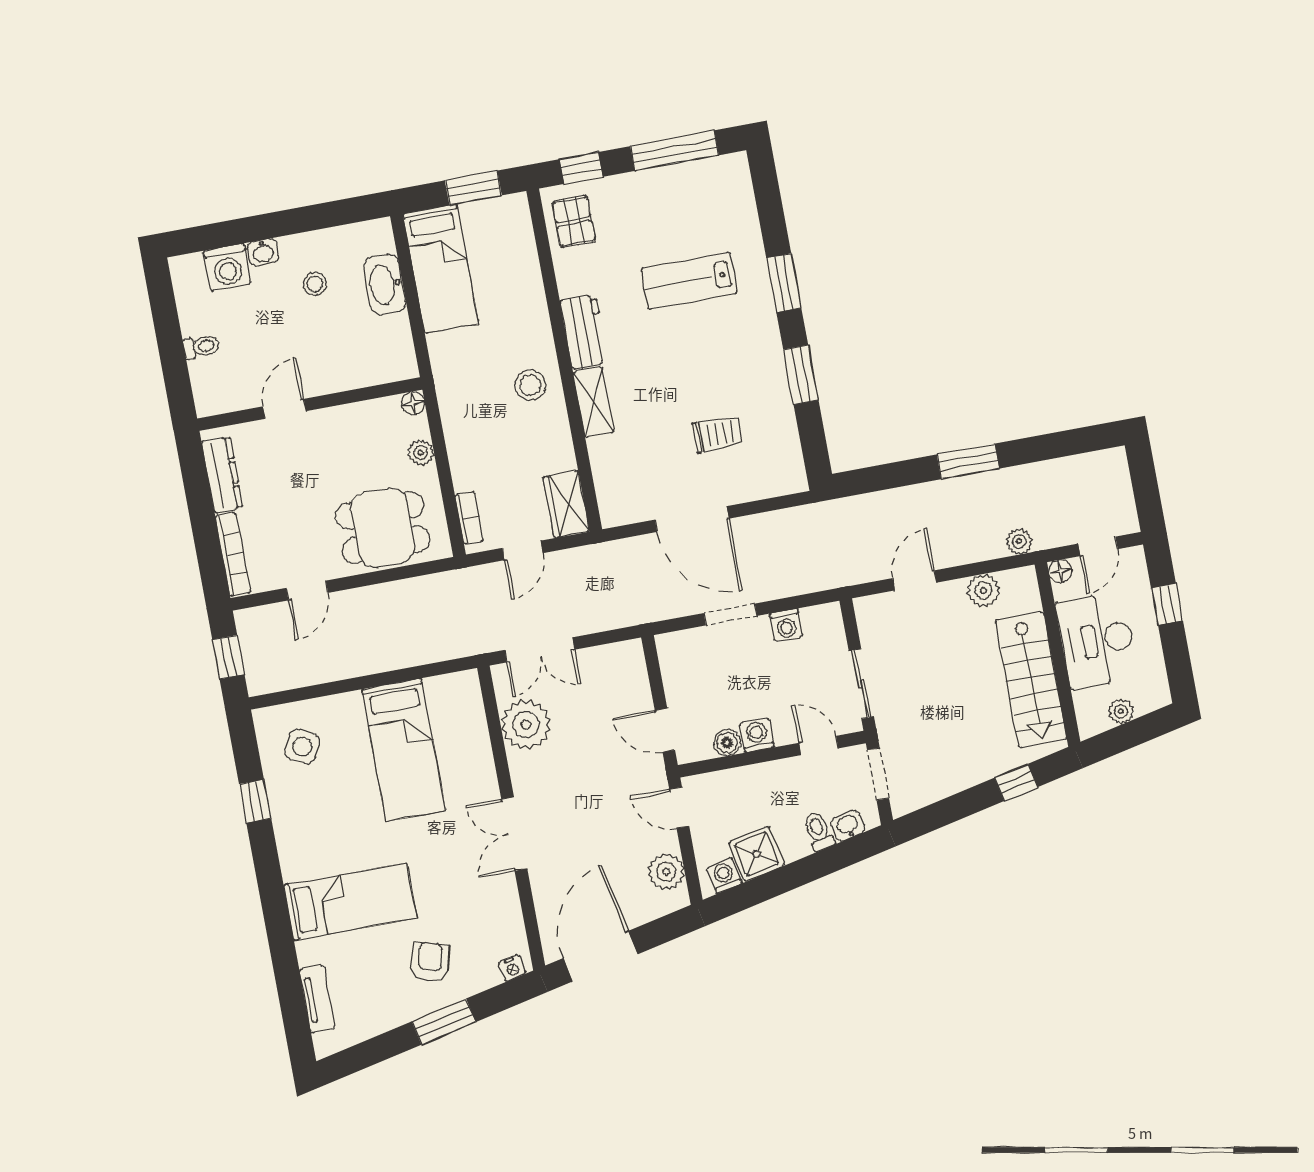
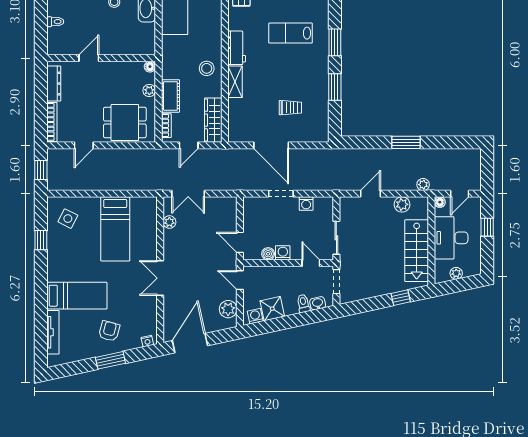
cot: (466, 456) -> (170, 96), added
wardrobe: (566, 504) -> (213, 120), width x1.50
plant: (526, 724) -> (169, 222), width x0.53, depth x0.53
tv unit: (317, 999) -> (53, 332), width x1.41

